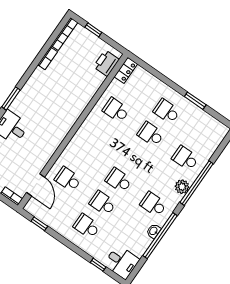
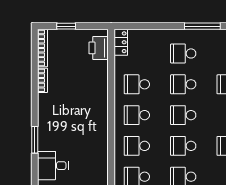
window: (195, 101) -> (202, 26), width x1.44
school desk: (100, 133) -> (137, 115), added
school desk: (84, 156) -> (137, 146), added
school desk: (135, 157) -> (183, 115), added

